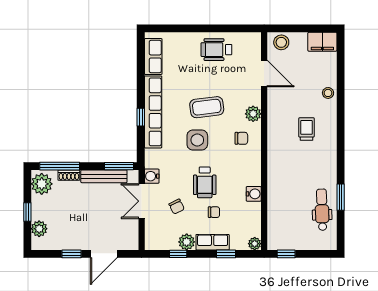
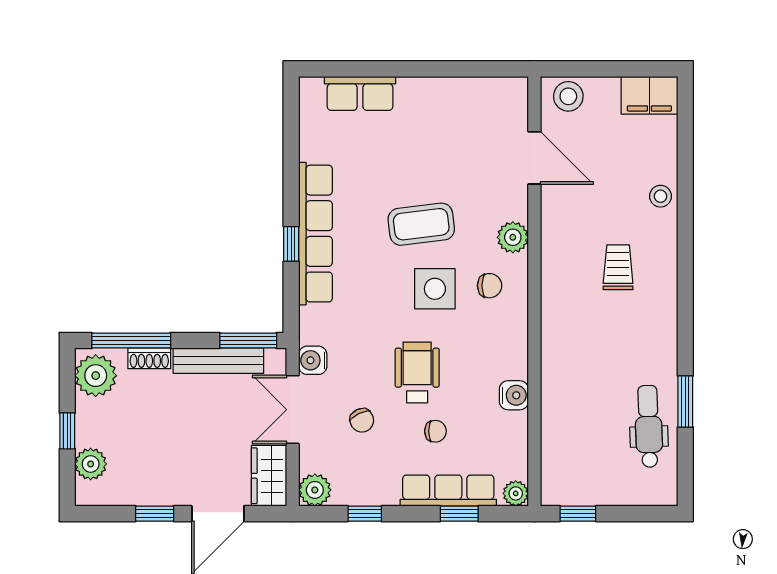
wheelchair: (216, 50) -> (440, 111), removed
row of seats: (153, 56) -> (360, 93), moved, turned 90
side table: (197, 140) -> (435, 289), moved
wheelchair: (205, 182) -> (417, 372), turned 180
wardrobe: (130, 235) -> (269, 476), added
plant: (187, 242) -> (315, 490), moved
row of seats: (213, 242) -> (448, 491), width x1.48

